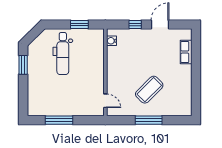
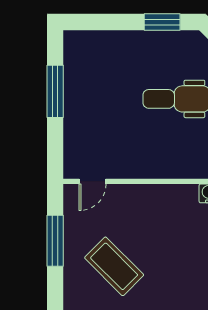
window: (149, 120) -> (55, 241), moved

